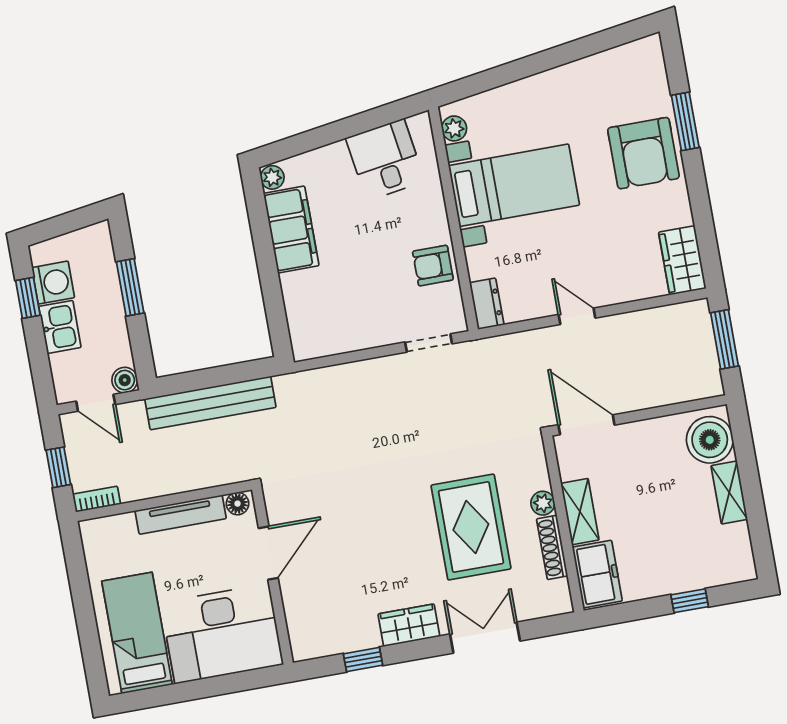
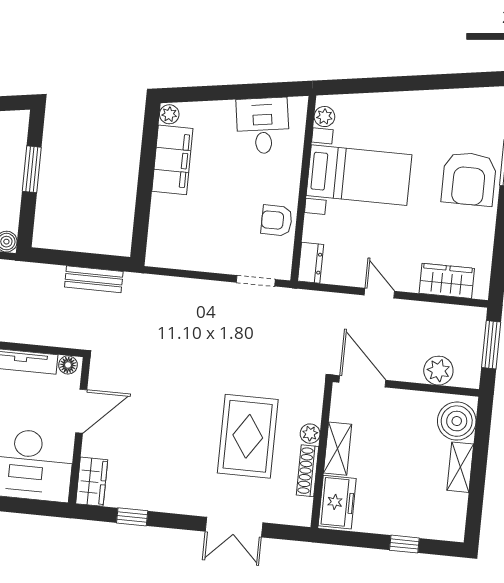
wardrobe: (682, 260) -> (447, 281), moved, turned 90
plant: (672, 387) -> (438, 371), added
bench: (210, 403) -> (94, 279), width x0.54, depth x0.82
wardrobe: (409, 625) -> (92, 482), moved, turned 90
double door: (485, 638) -> (234, 527), swing flipped

